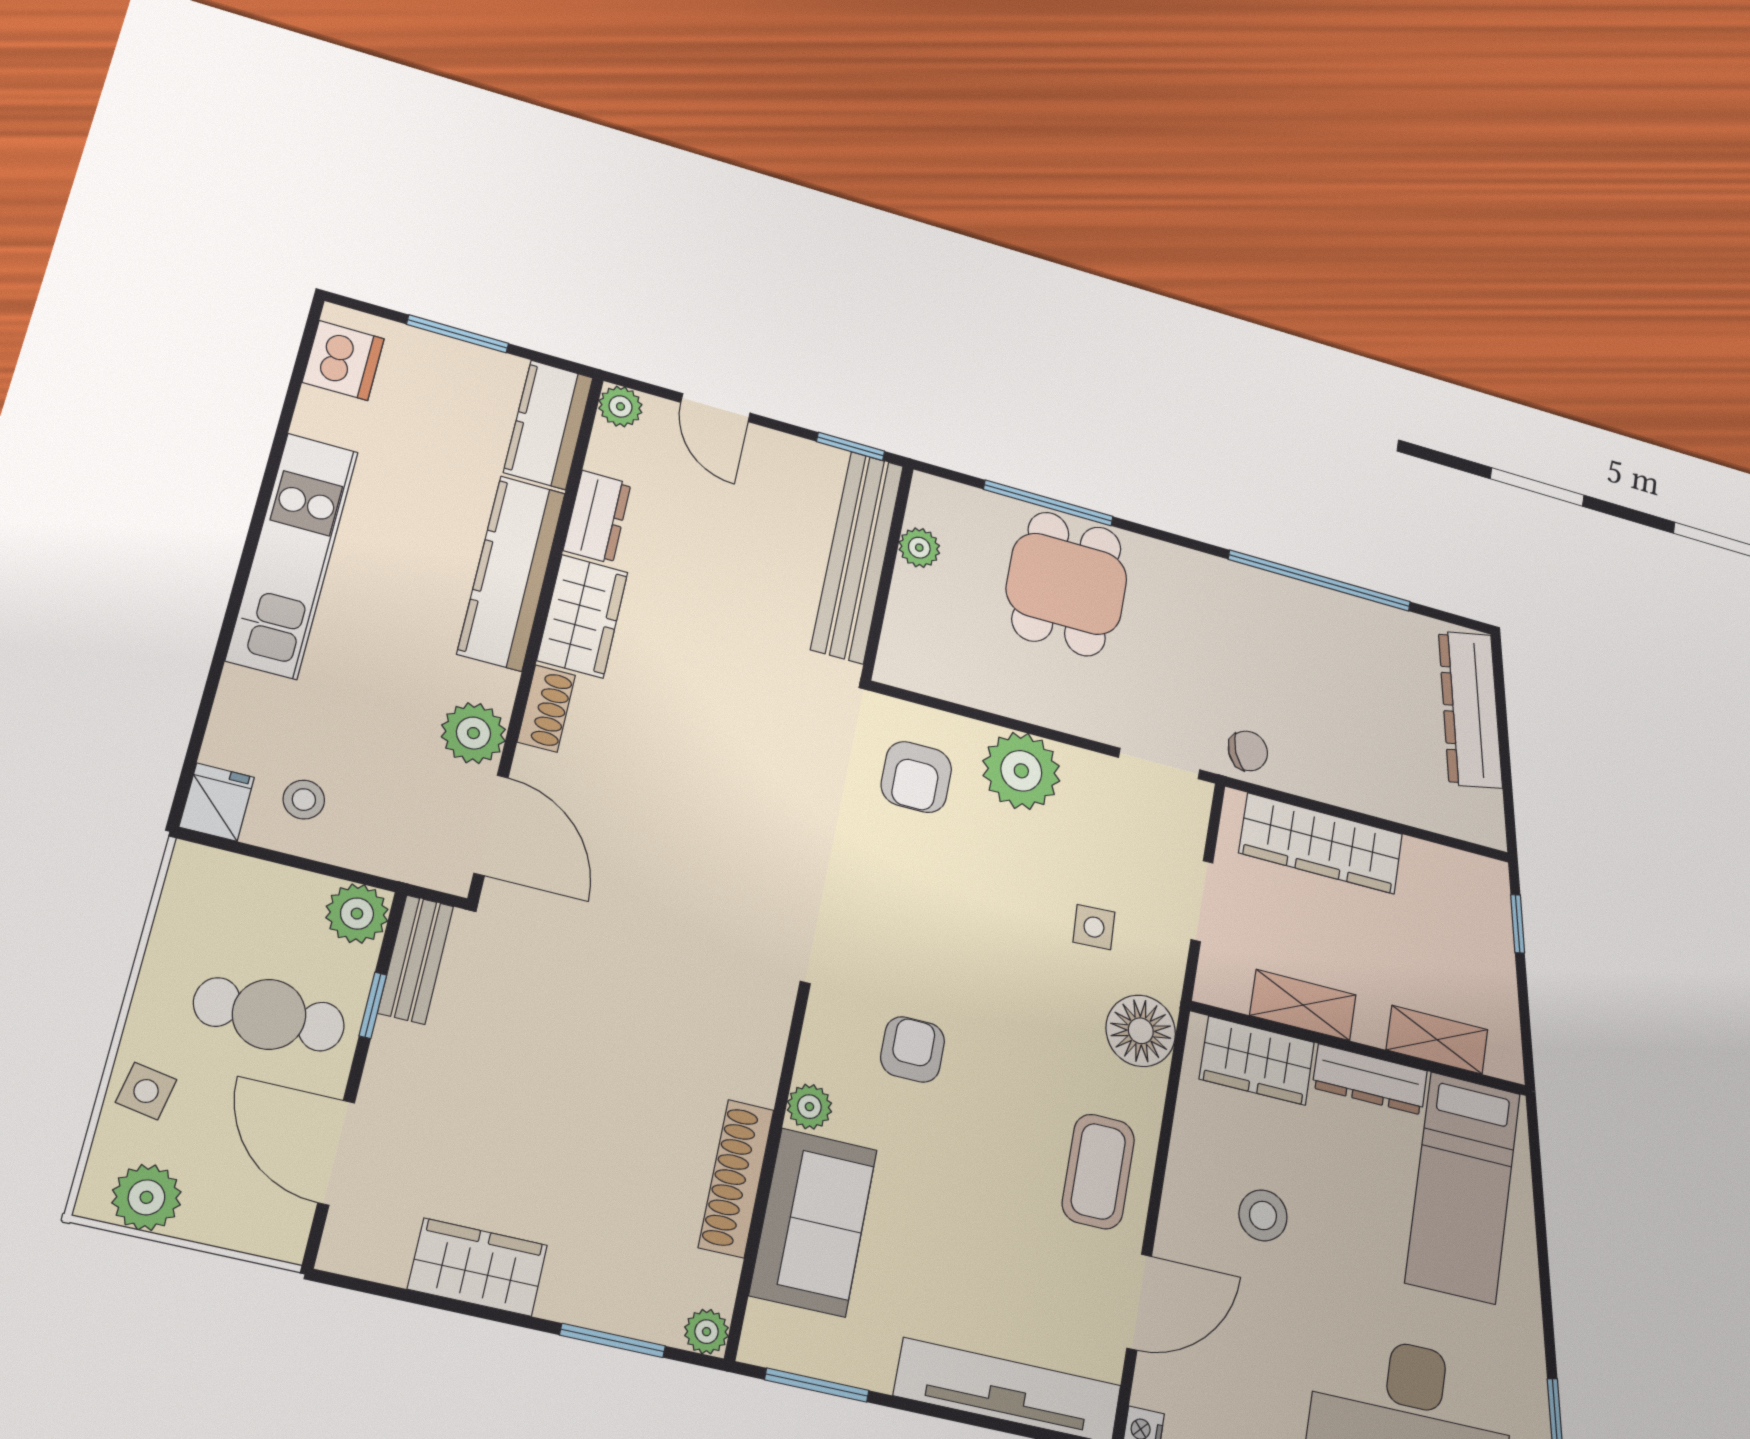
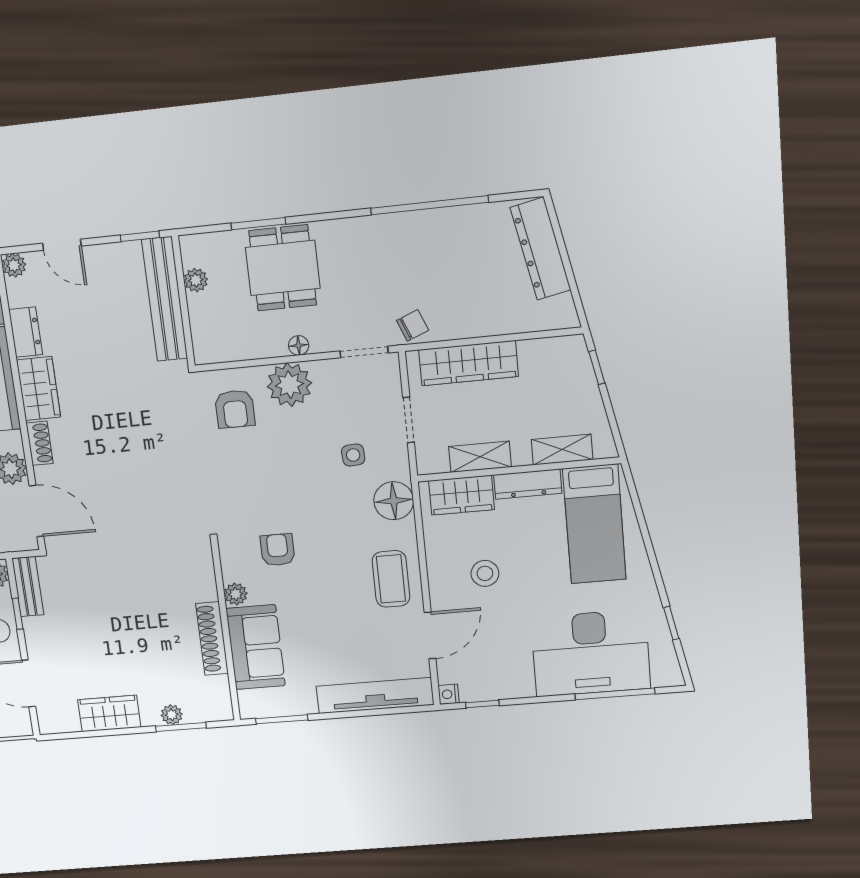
window: (1048, 503) -> (258, 224), width x0.69
floor lamp: (1056, 713) -> (299, 345), added
plant: (707, 1332) -> (172, 715), moved

